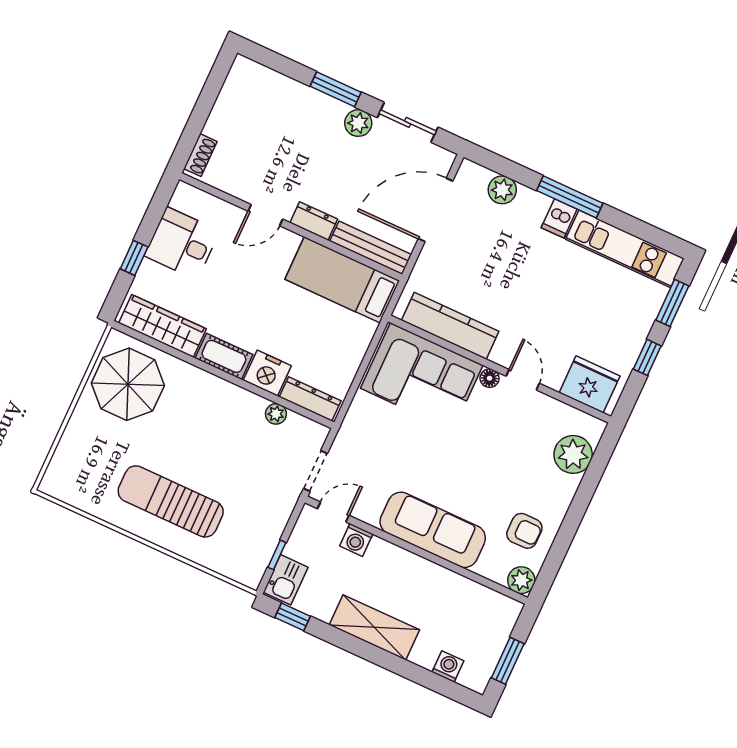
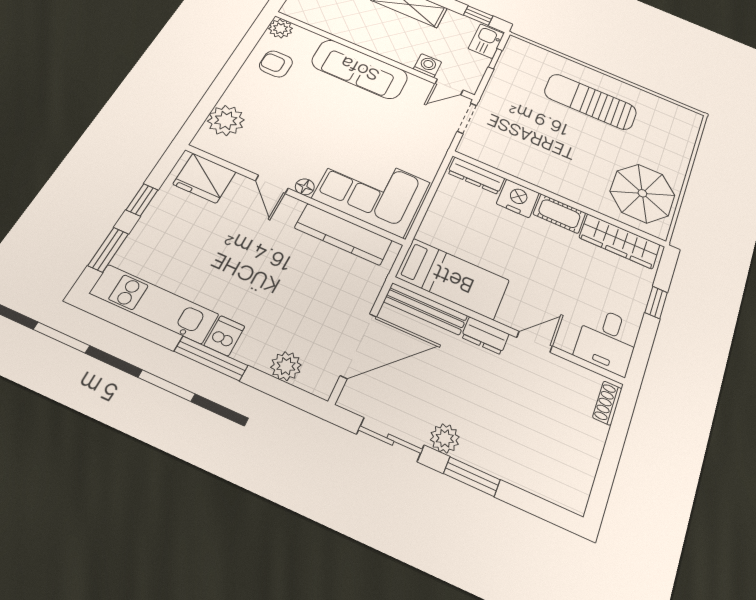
desk: (182, 243) -> (607, 340), moved, turned 90
plant: (276, 414) -> (507, 165), removed
sun lounger: (171, 501) -> (590, 102), turned 180

